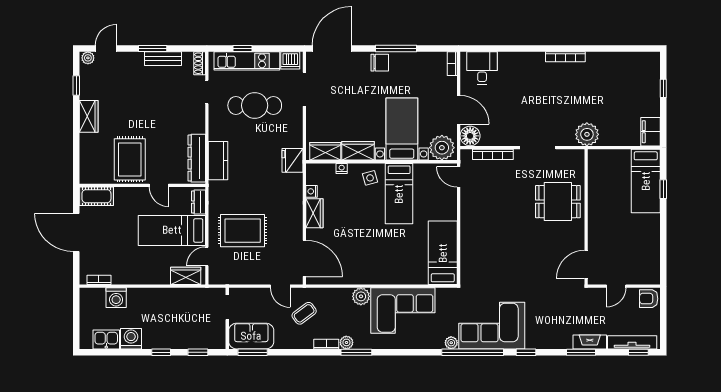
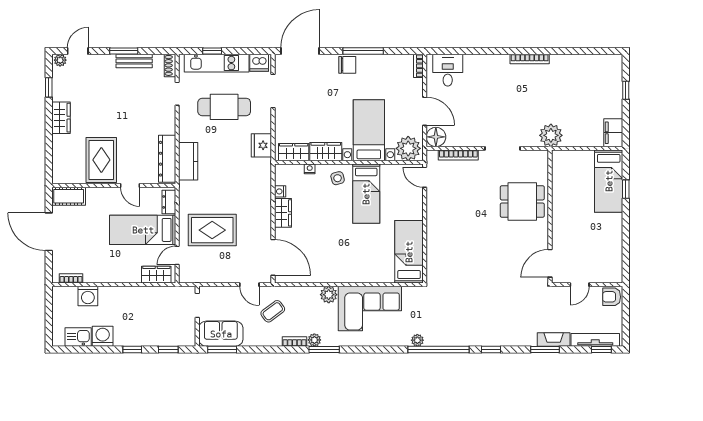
fridge: (293, 160) -> (261, 145), moved
corner sofa: (492, 326) -> (457, 323), removed

